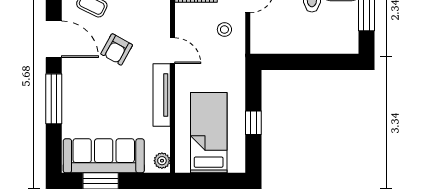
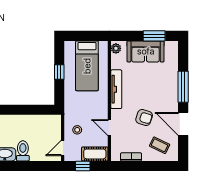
armchair: (117, 49) -> (144, 117), turned 79
door: (172, 51) -> (109, 128), moved
sofa: (104, 156) -> (146, 51), width x0.73

